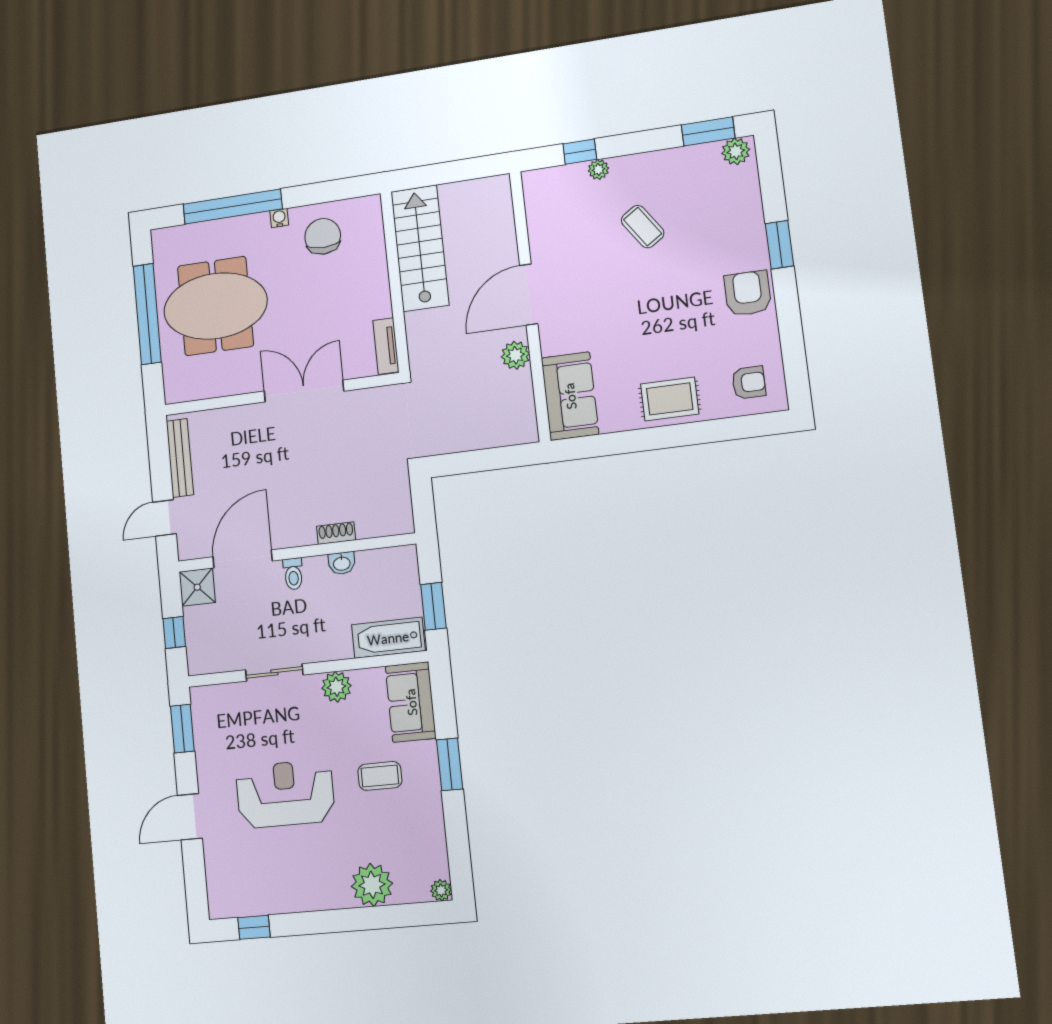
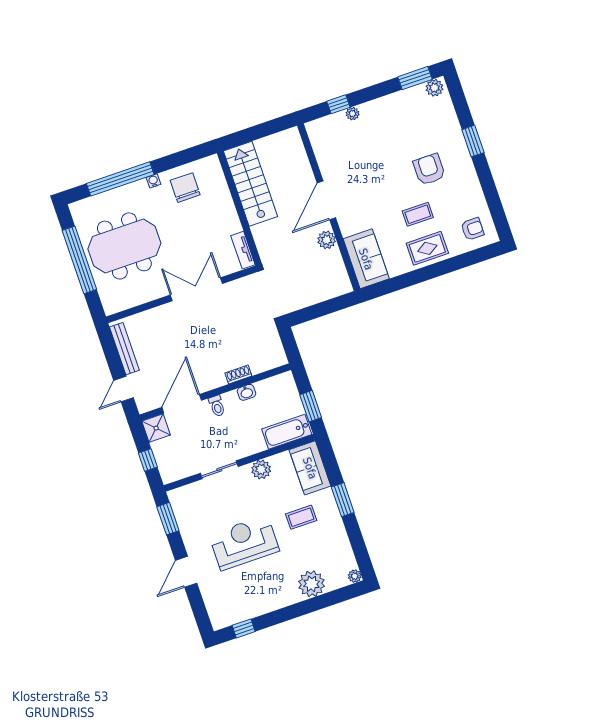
coffee table: (643, 227) -> (418, 214), moved, turned -56
armchair: (748, 293) -> (429, 169), moved

